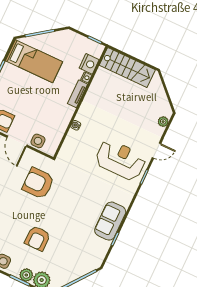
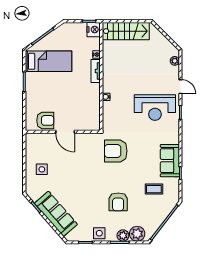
nightstand: (89, 64) -> (94, 30), moved
side table: (38, 141) -> (82, 124), removed
door: (157, 151) -> (180, 87), hinge flipped
reception desk: (120, 160) -> (155, 108), turned 180
armchair: (38, 183) -> (116, 151), moved
coffee table: (80, 242) -> (154, 189), added

